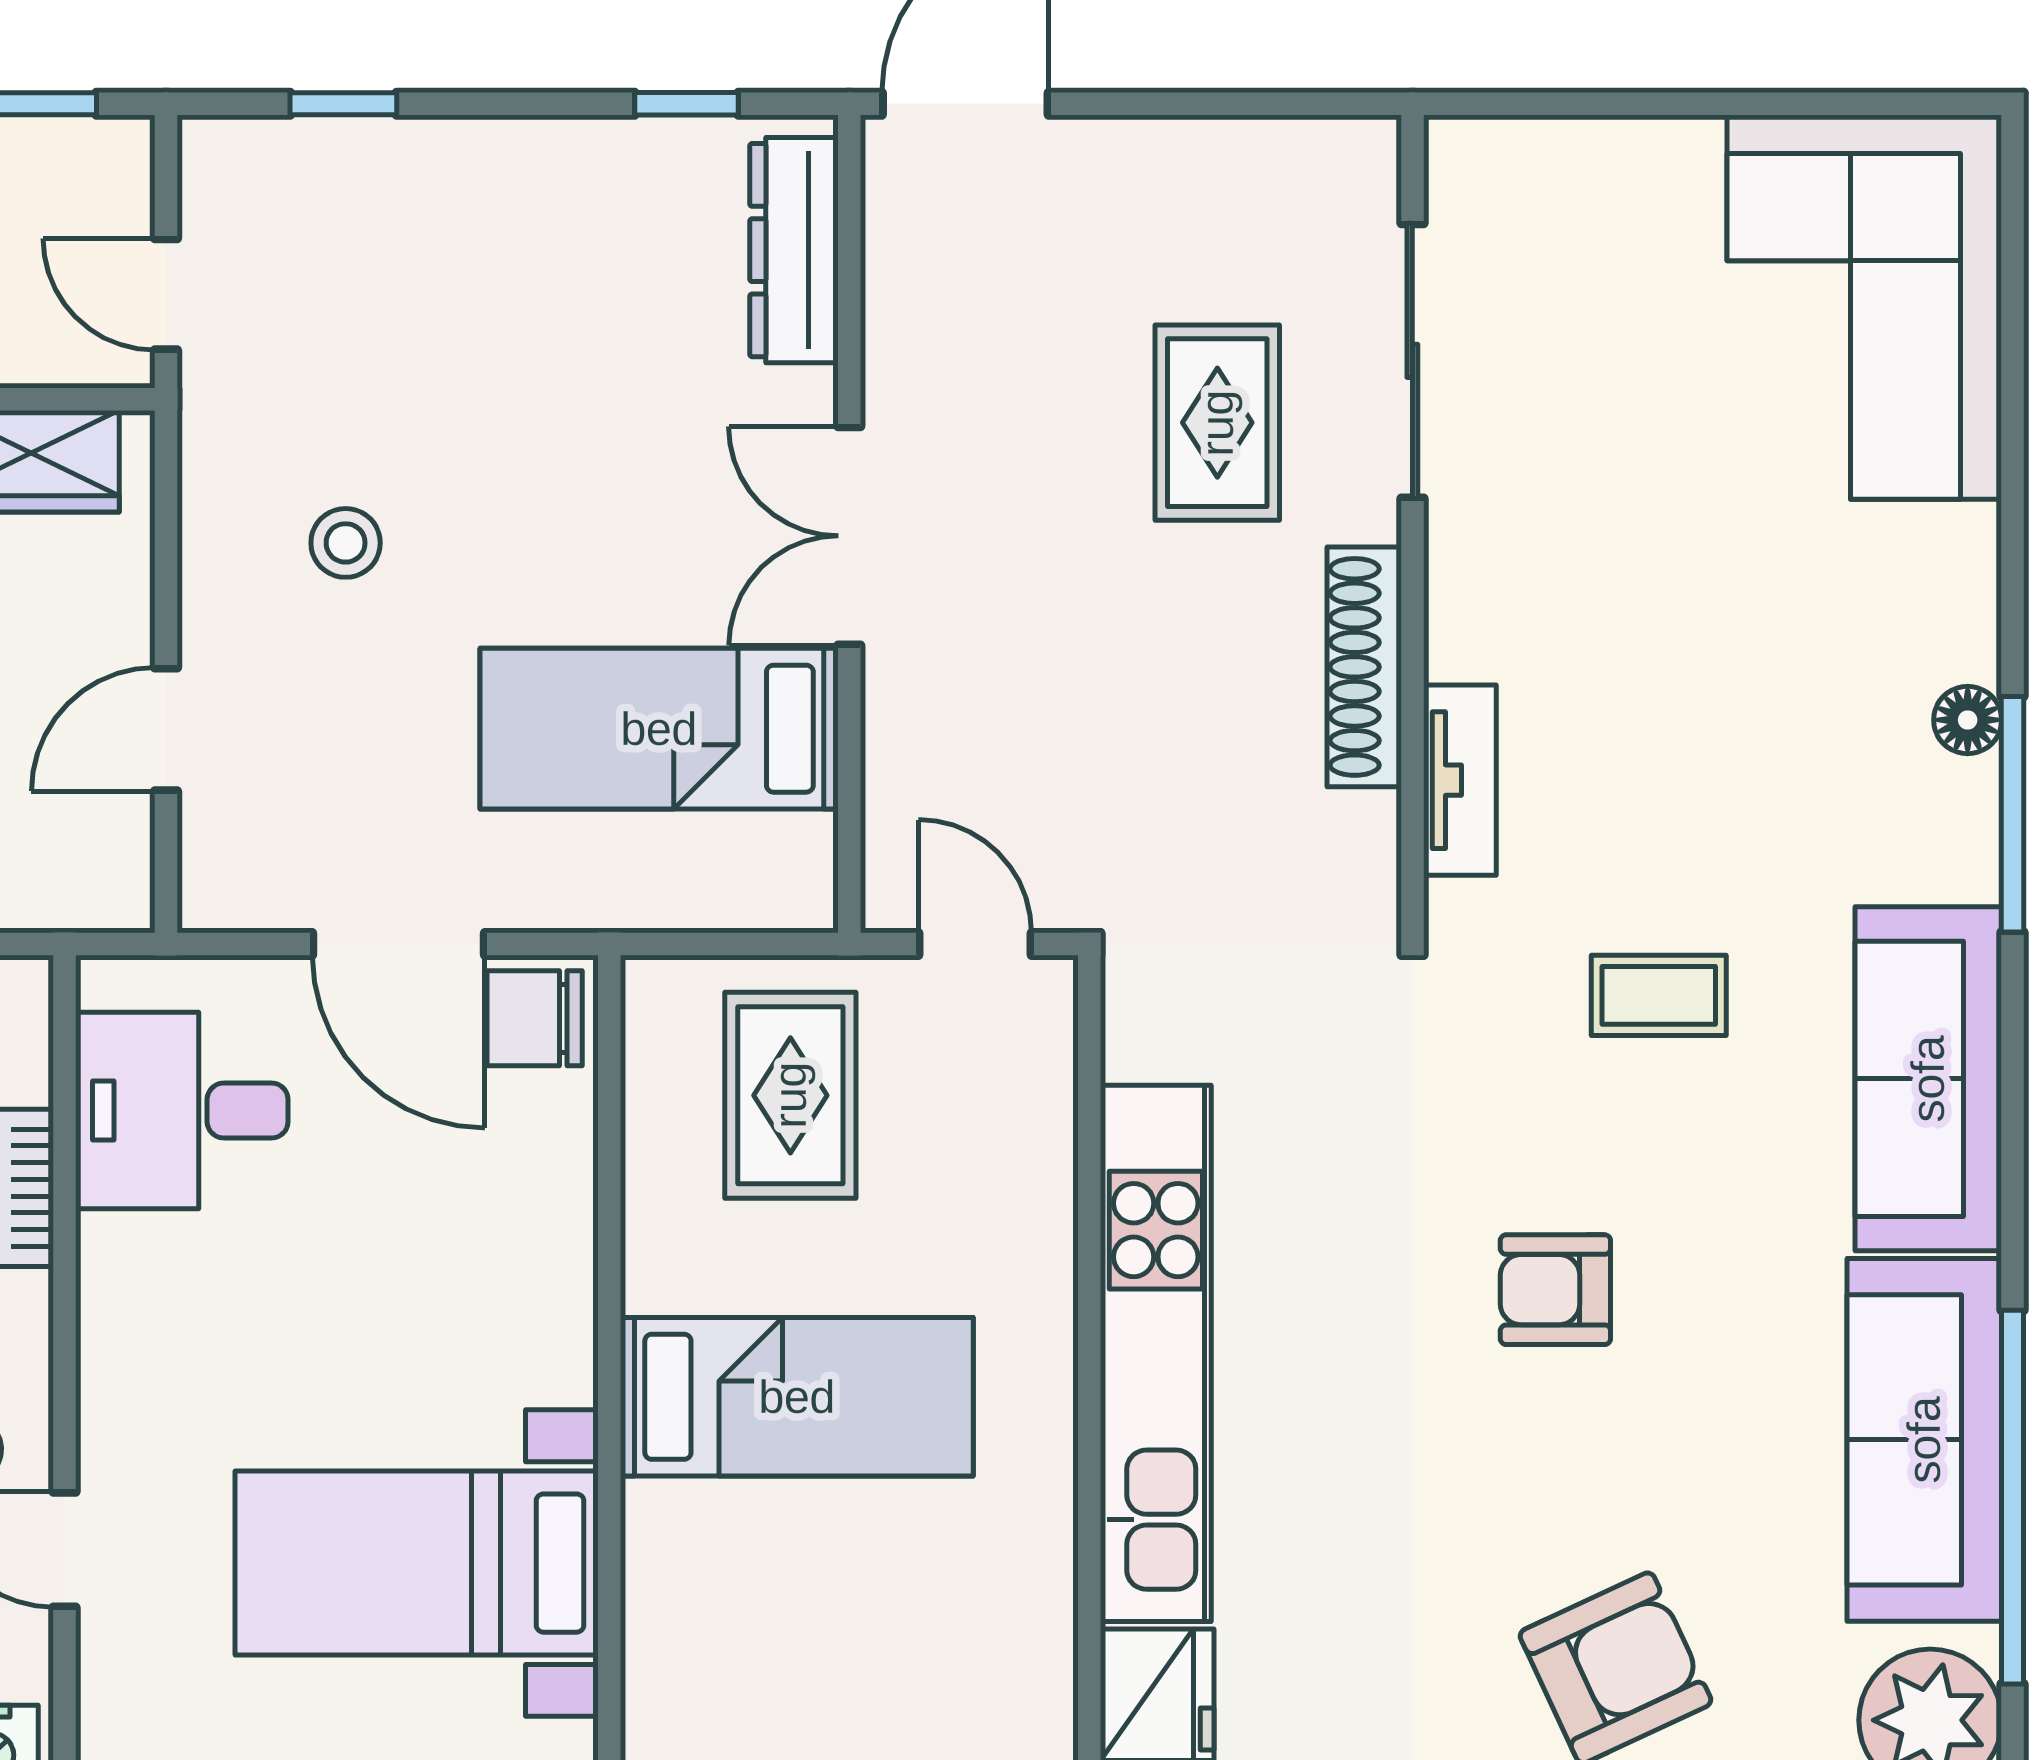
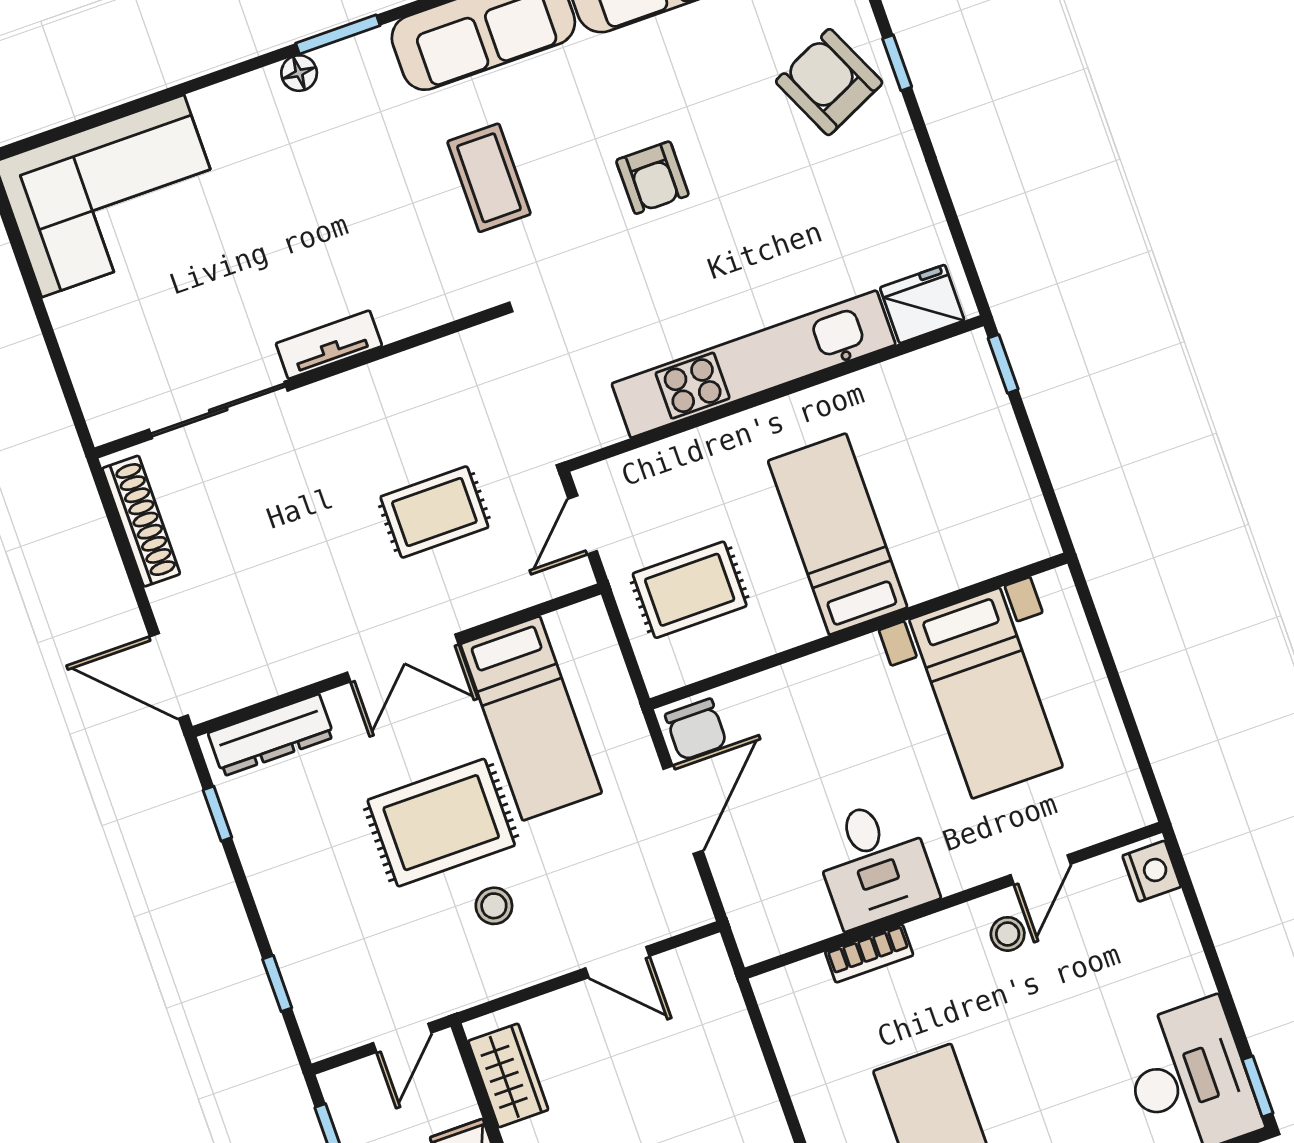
rug: (1217, 423) -> (434, 512), moved
rug: (529, 501) -> (441, 823), added
shoe rack: (1364, 667) -> (141, 521), moved, turned -90
tv unit: (1460, 780) -> (329, 345), moved
window: (2013, 814) -> (338, 34), width x0.69
coffee table: (1659, 995) -> (489, 178), width x1.36, depth x1.30
desk: (182, 1111) -> (874, 863), moved

